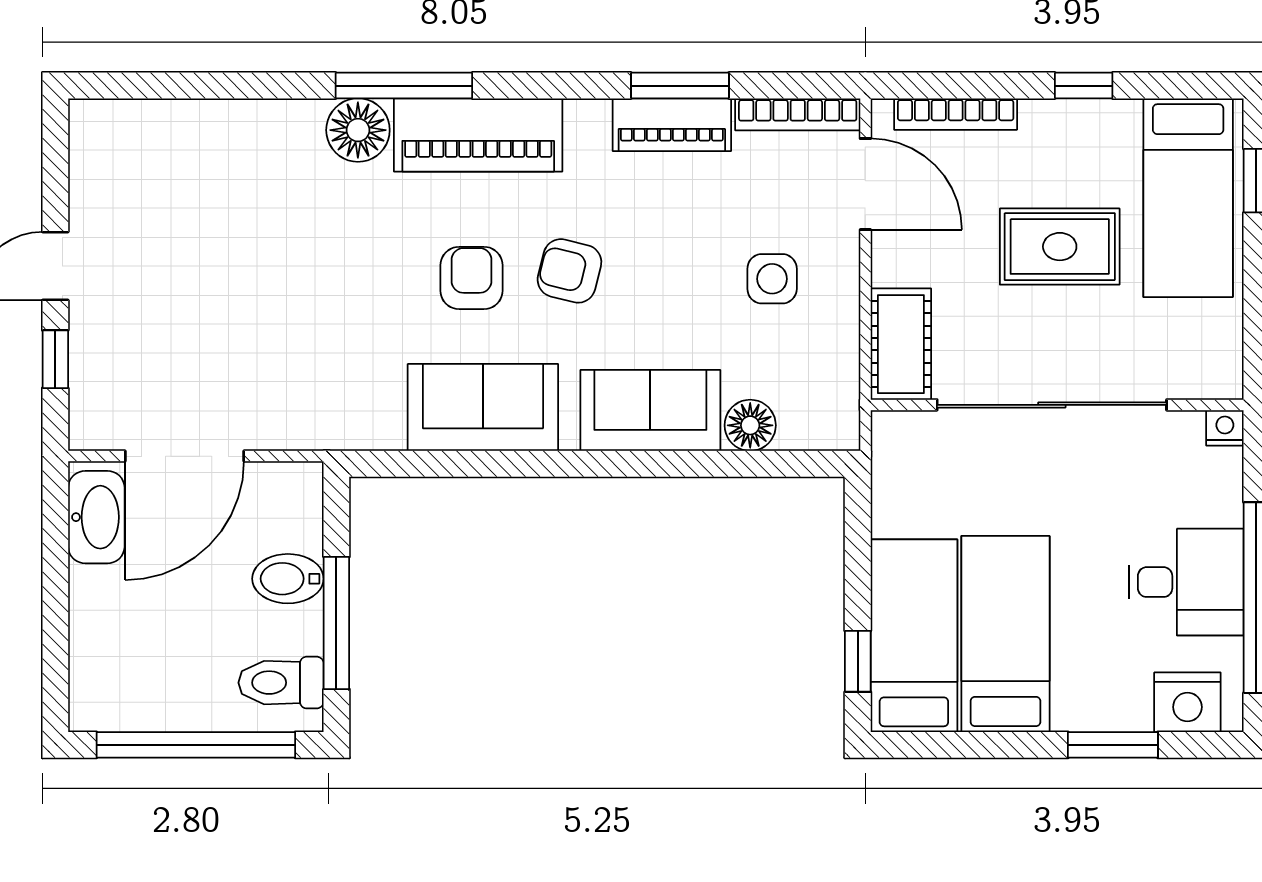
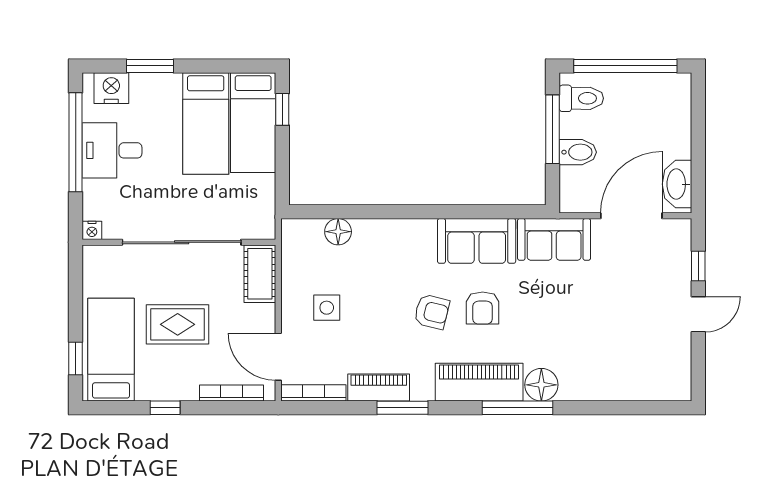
window: (680, 86) -> (403, 408), moved
sofa: (650, 410) -> (554, 239), moved

